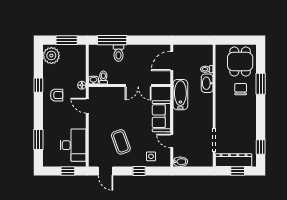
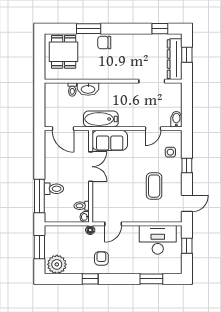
dining table: (240, 62) -> (64, 52), turned 90
chair: (241, 89) -> (104, 43), moved
sofa: (161, 116) -> (110, 140), moved
coffee table: (121, 142) -> (154, 186), turned -70

